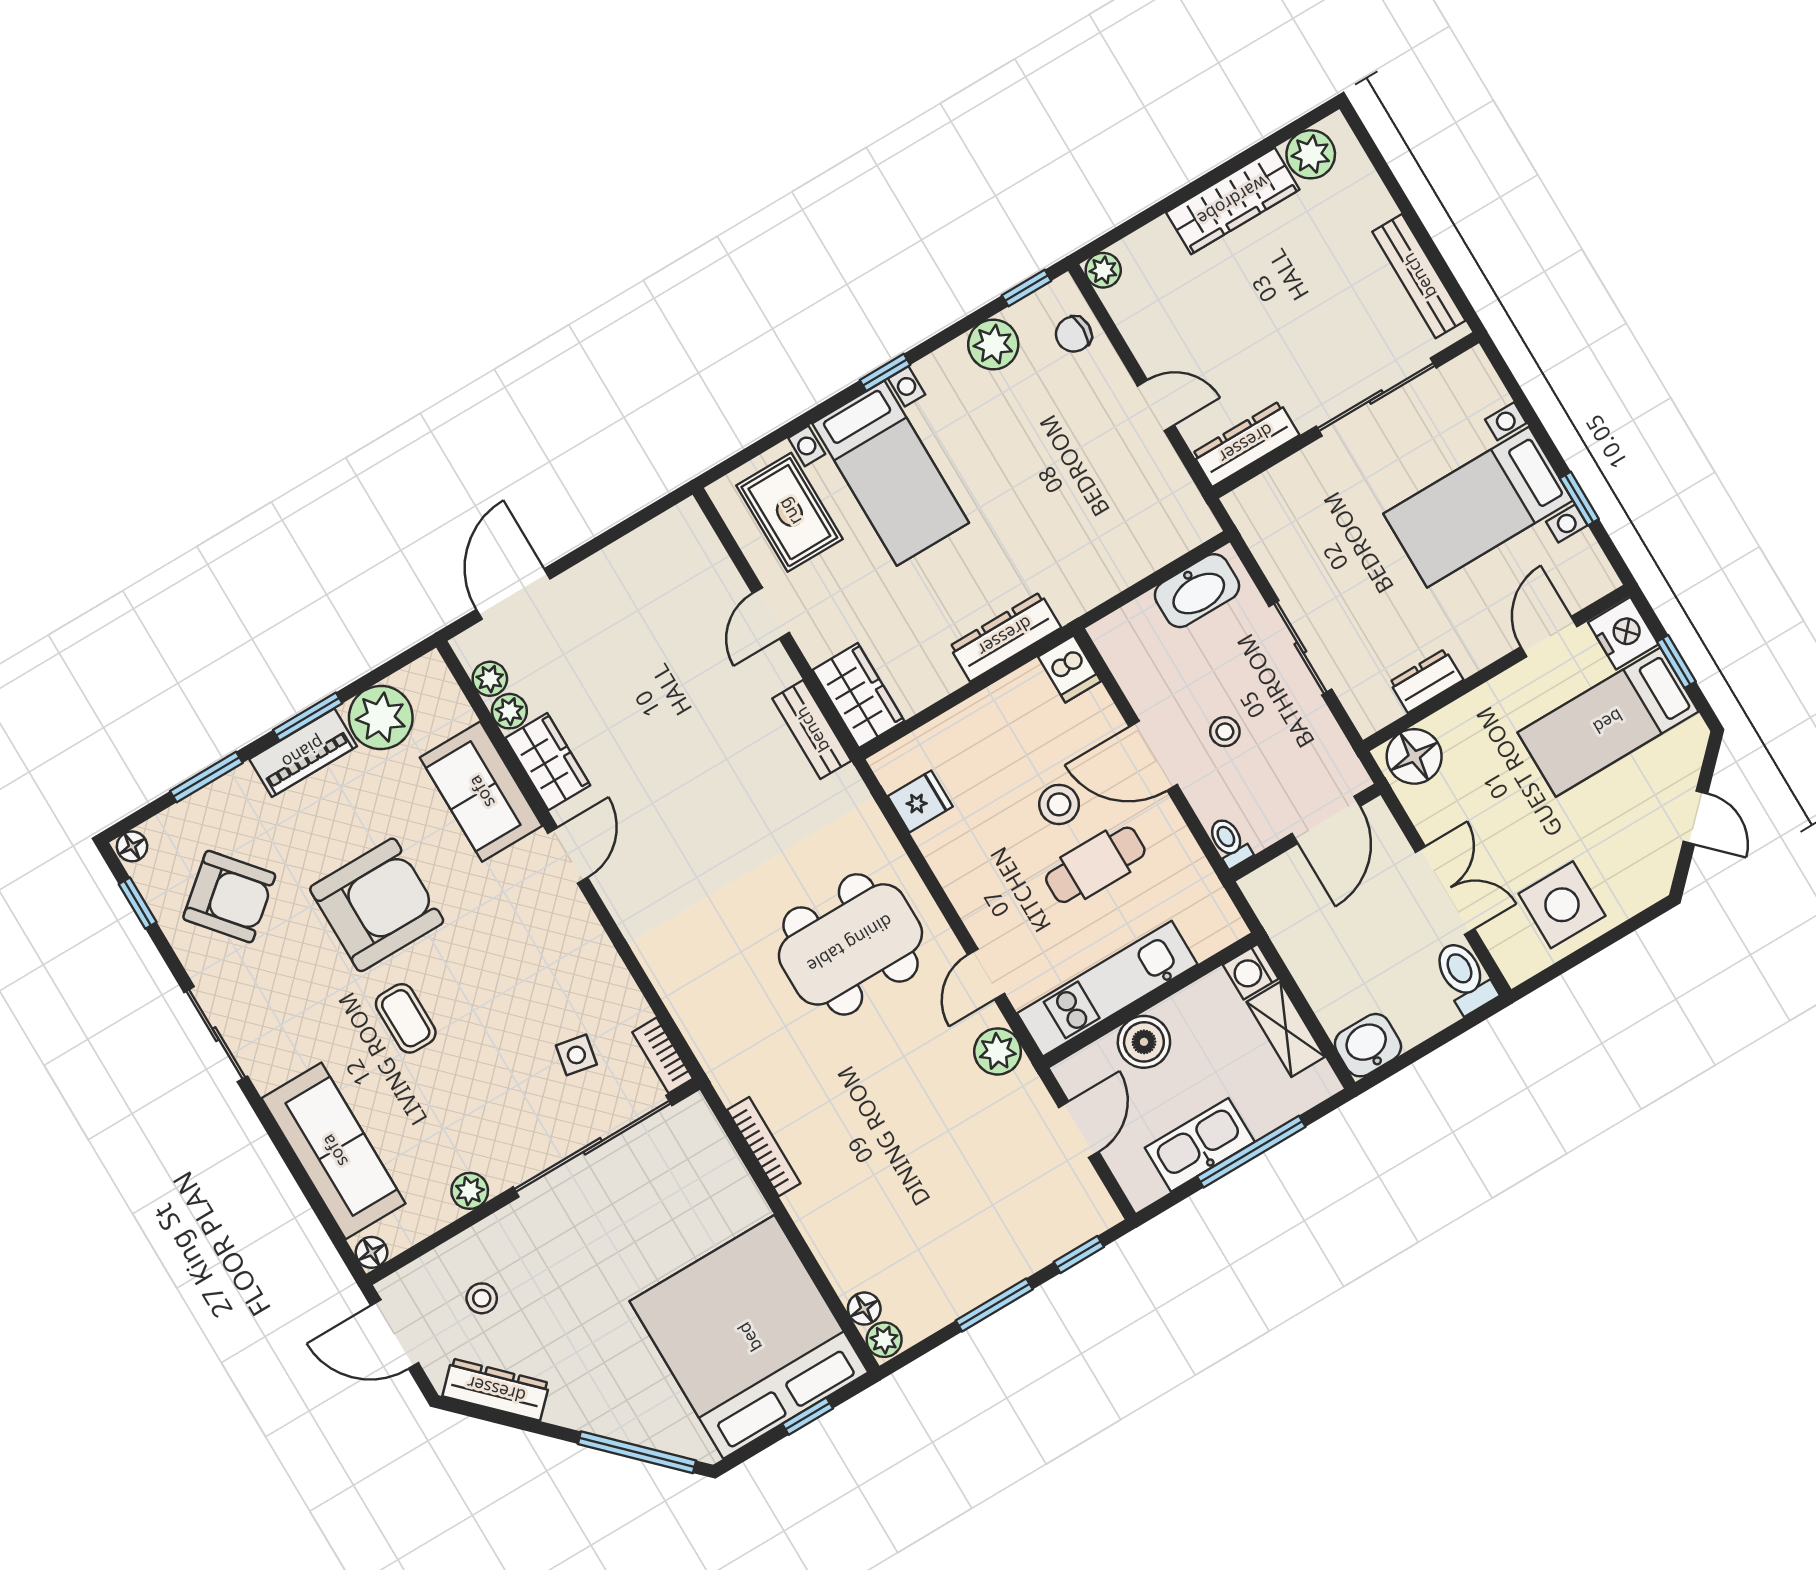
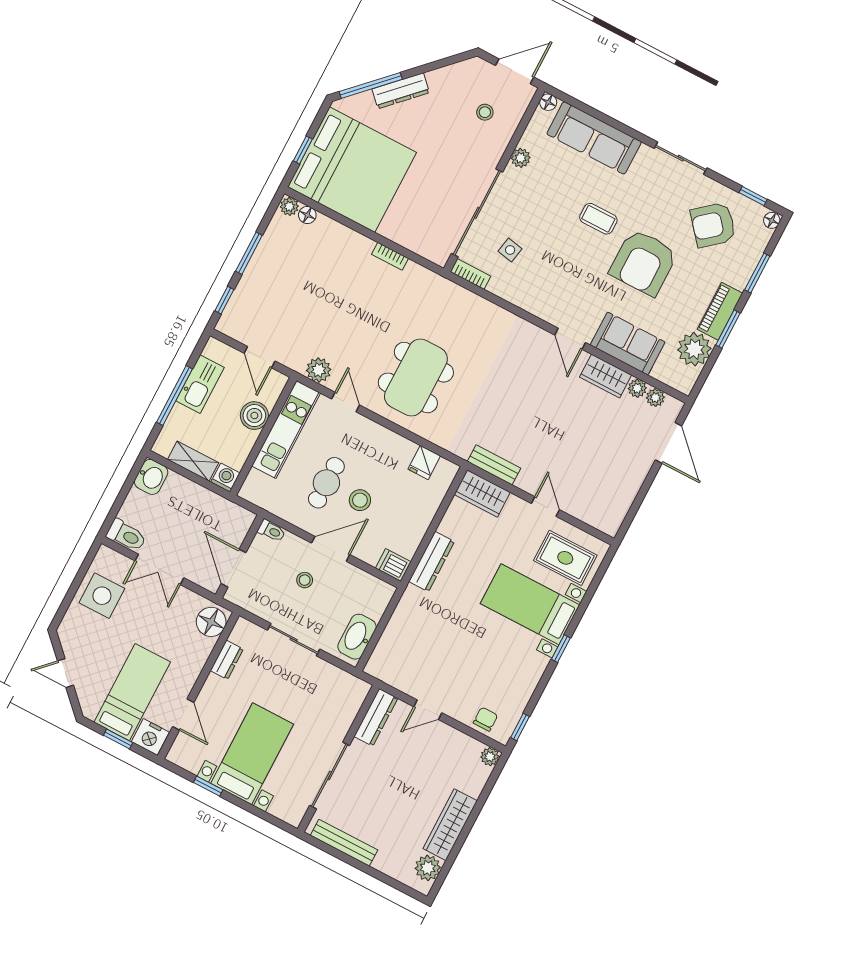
plant: (993, 344) -> (519, 692), removed
bookcase: (764, 1147) -> (390, 256), width x0.64
dresser: (496, 1390) -> (401, 91), moved

